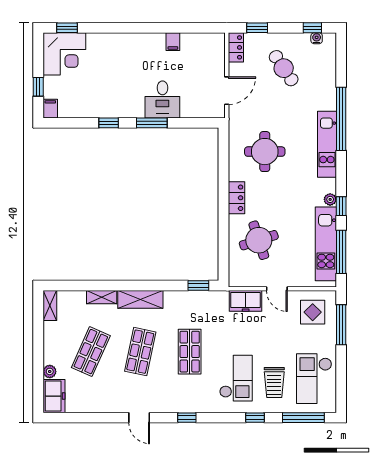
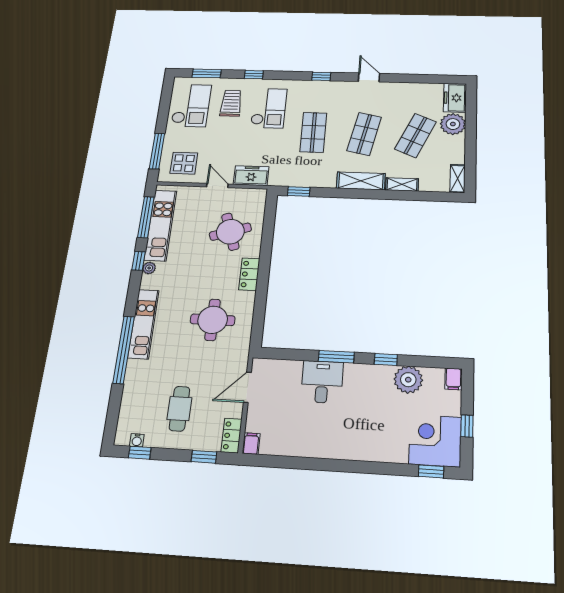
filing cabinet: (173, 42) -> (251, 443), moved
cafe table: (284, 68) -> (179, 409), turned 34
window: (38, 87) -> (467, 426), moved
plant: (89, 106) -> (408, 380), added
plant: (50, 371) -> (453, 124), width x1.88, depth x1.88
checkout: (236, 378) -> (269, 108), turned 180
window: (303, 418) -> (207, 73), width x0.69

